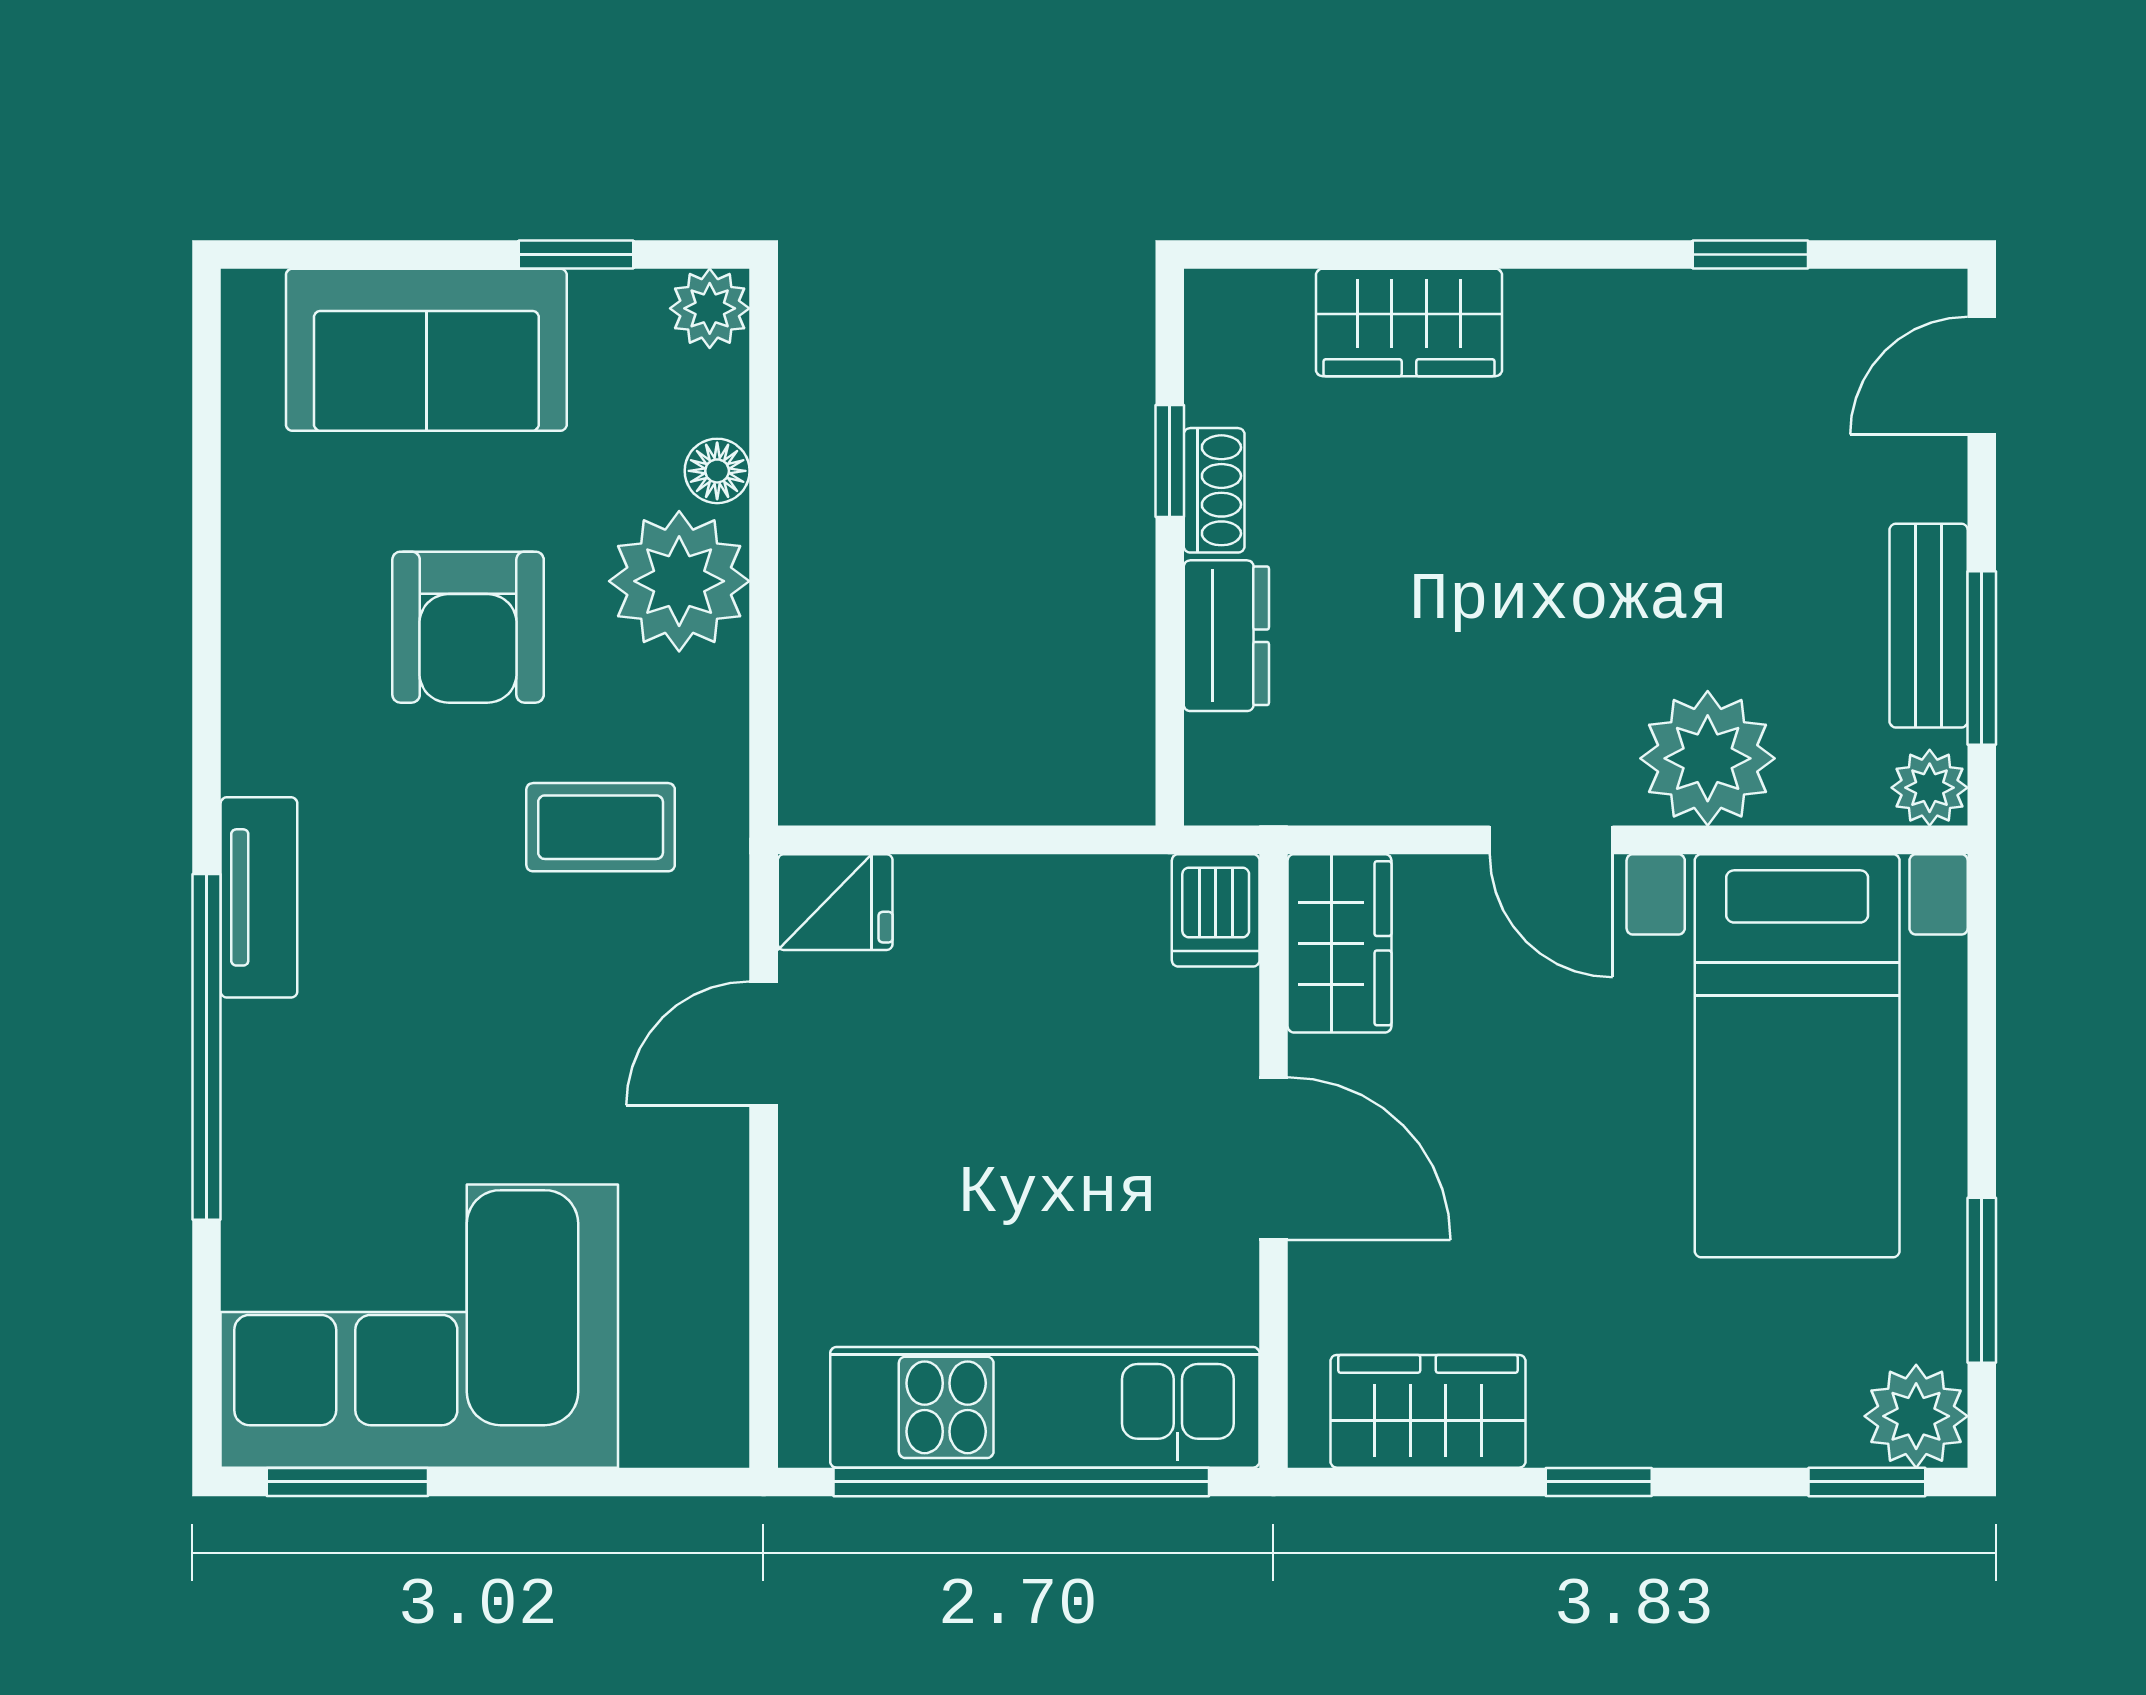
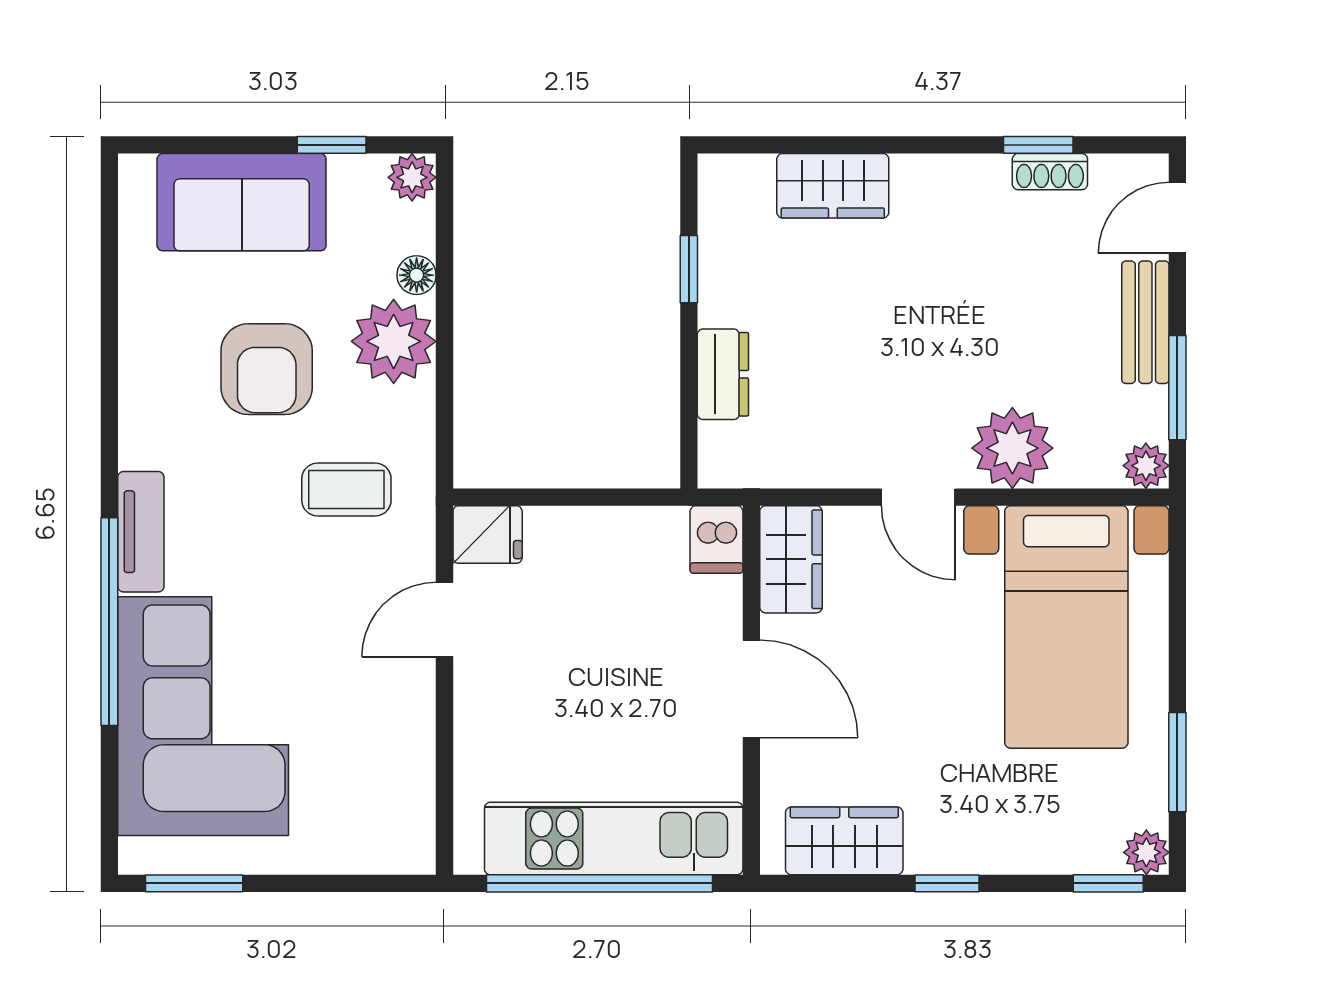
shoe rack: (1214, 490) -> (1050, 172), moved, turned 90
bench: (1929, 626) -> (1145, 322), moved
corner sofa: (419, 1326) -> (203, 716), moved, turned 90
plant: (1916, 1416) -> (1146, 852), width x0.73, depth x0.73

